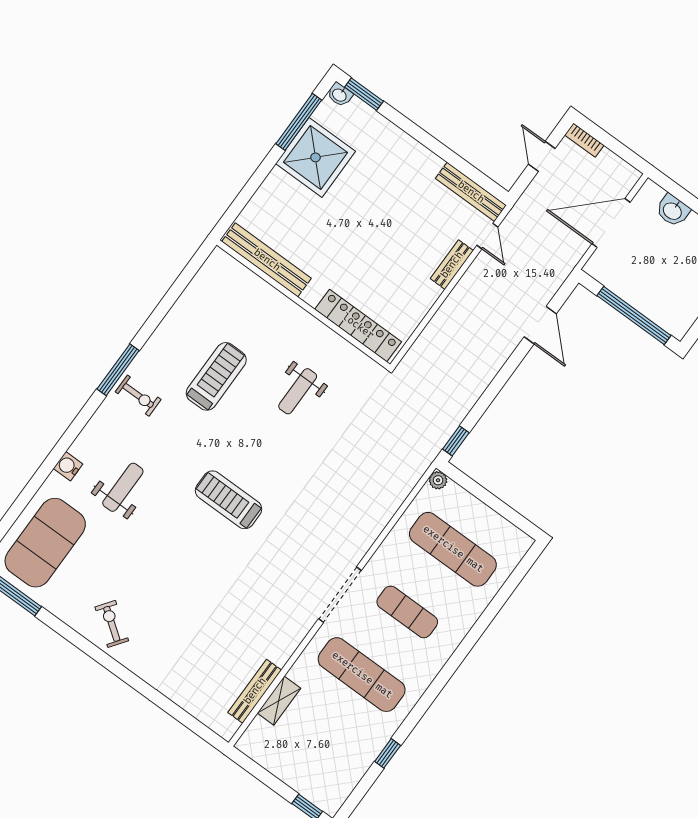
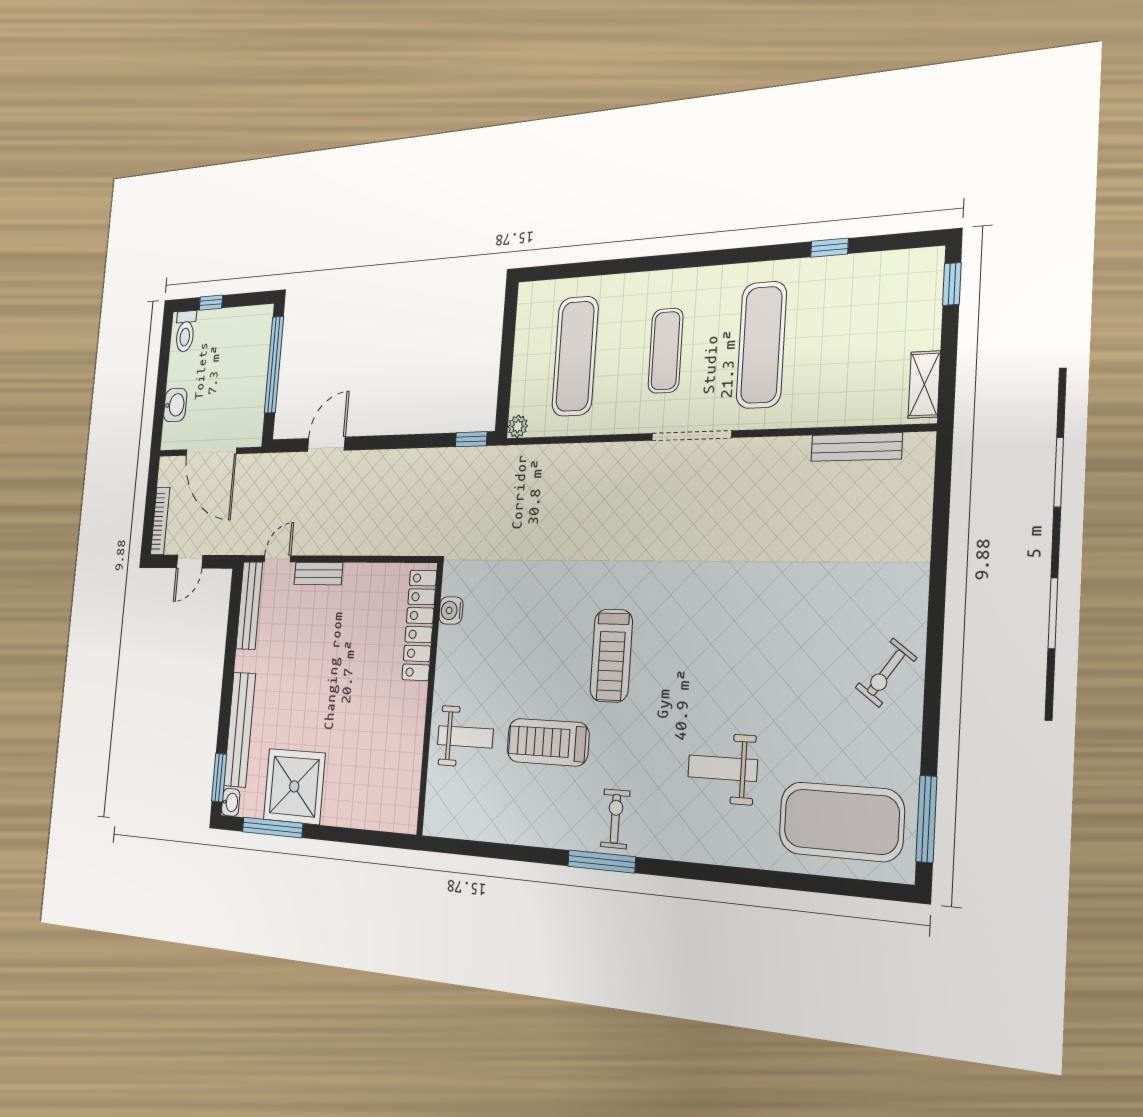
bookcase: (584, 140) -> (160, 521), width x1.56
bench: (267, 260) -> (240, 730), moved
weight bench: (298, 391) -> (465, 737), moved
water cooler: (68, 466) -> (451, 610), moved, turned 90
treadmill: (229, 500) -> (611, 656), moved
shelving: (279, 701) -> (924, 385), moved, turned 90

